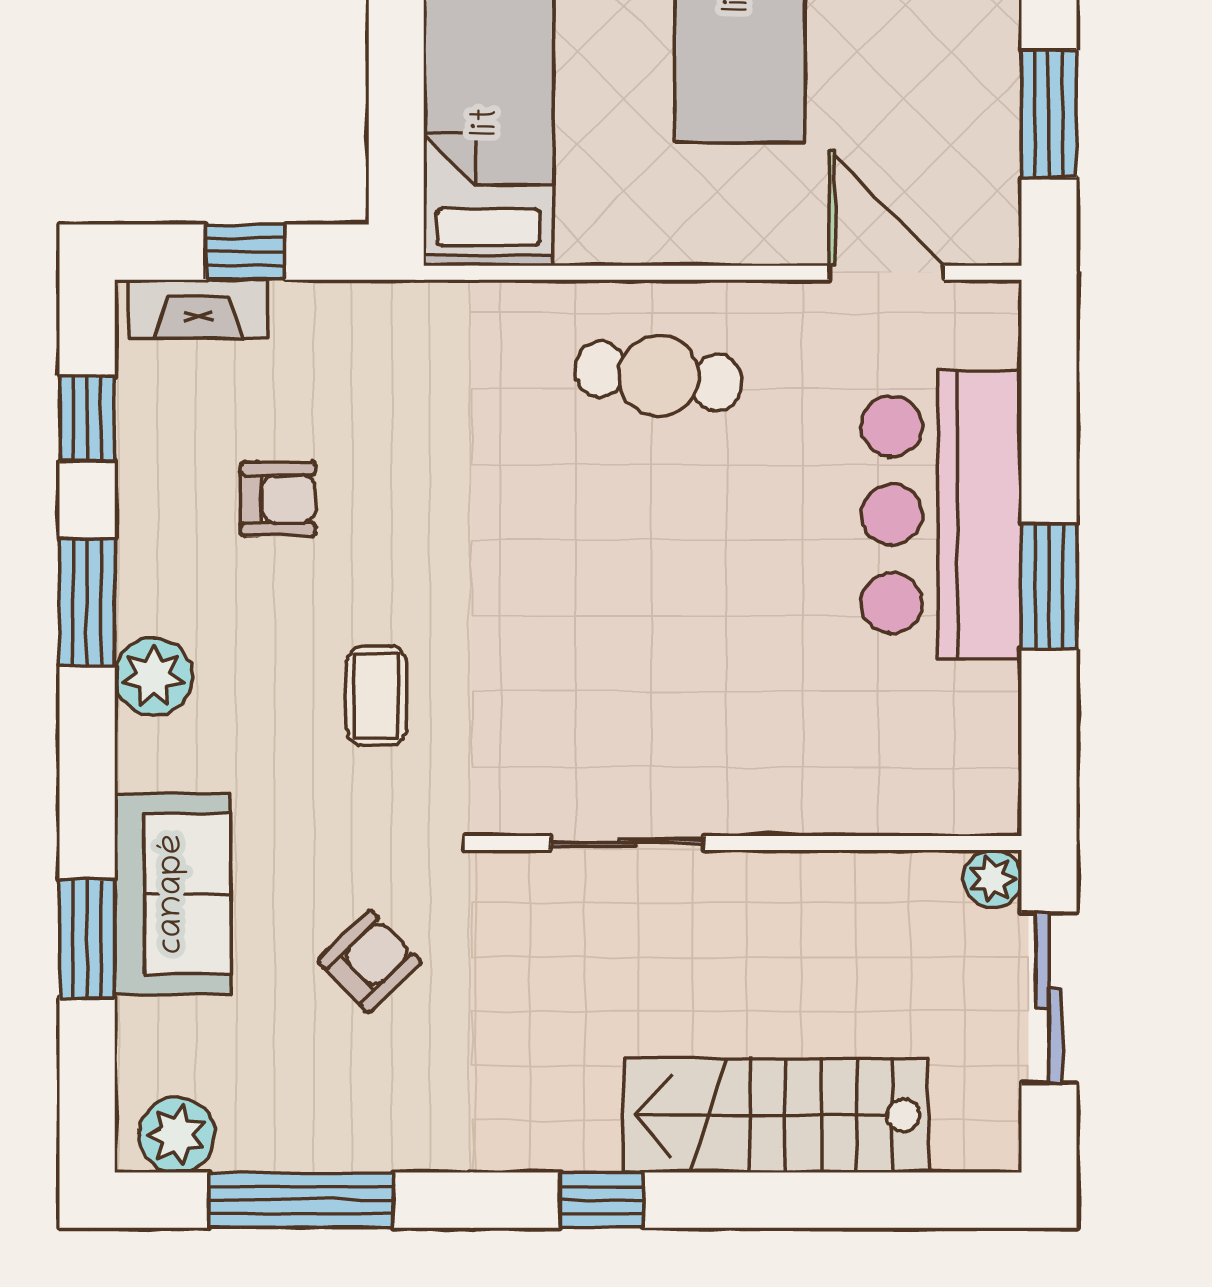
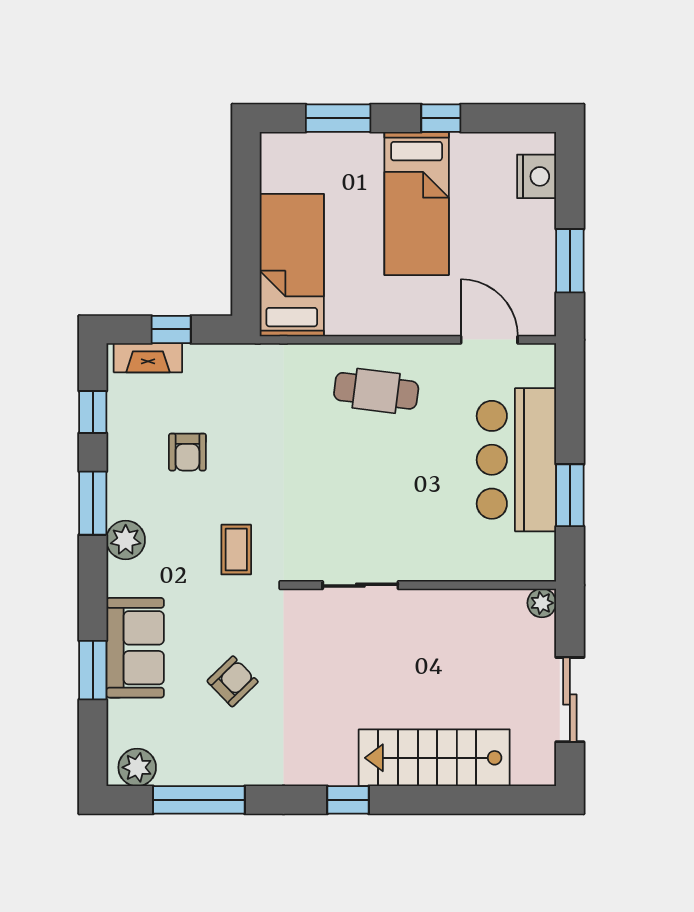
armchair: (278, 499) -> (187, 452), turned 90
sliding door: (627, 843) -> (360, 585), moved
wall: (750, 843) -> (422, 585), moved
plant: (992, 879) -> (542, 603), moved

